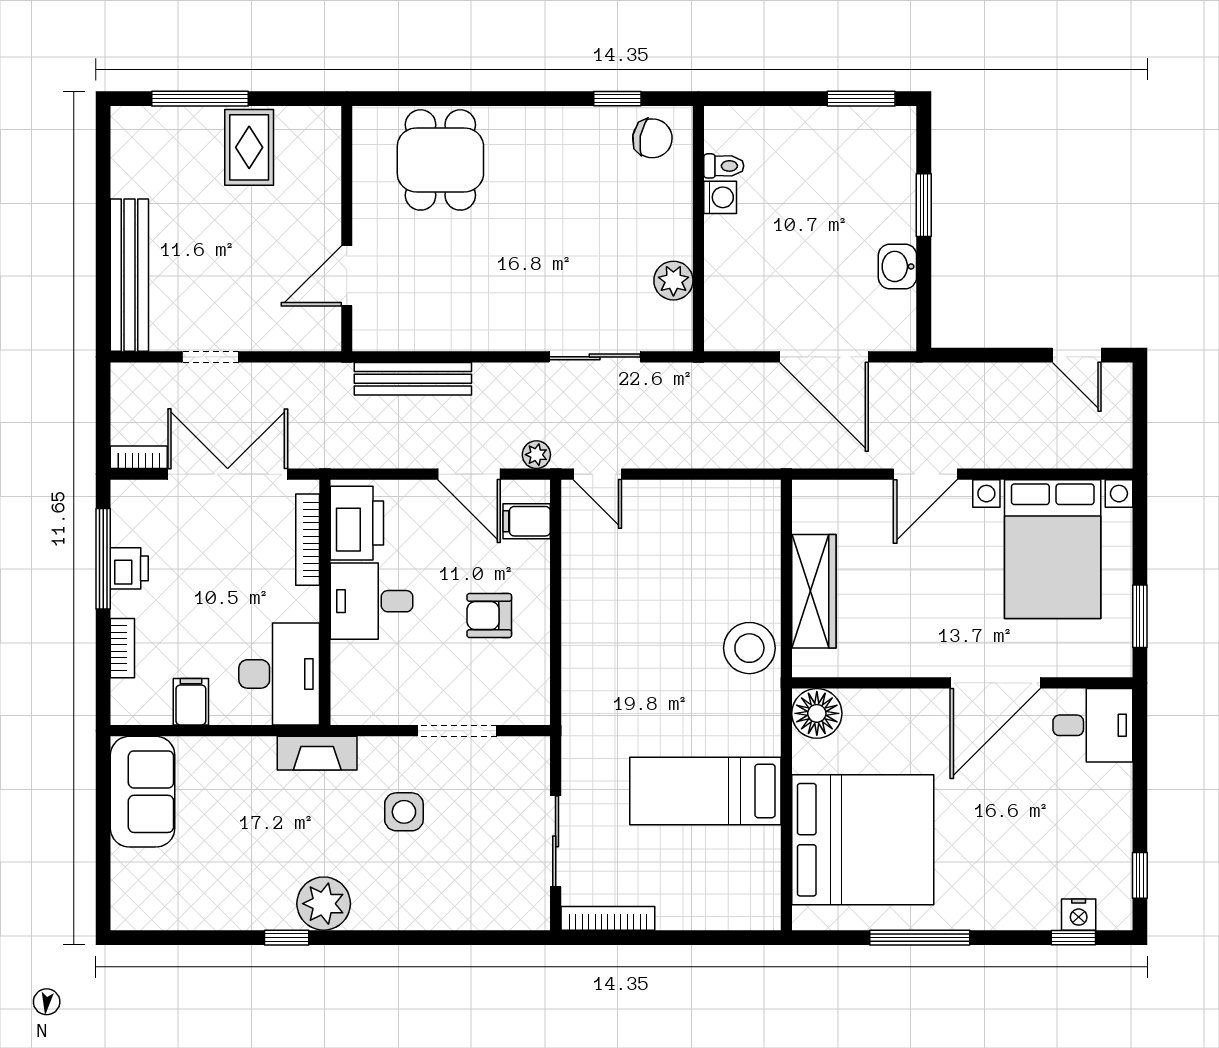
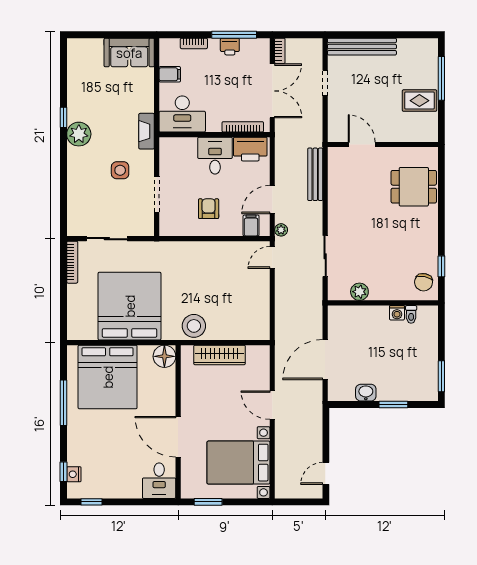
bed: (705, 791) -> (130, 306), width x2.04

